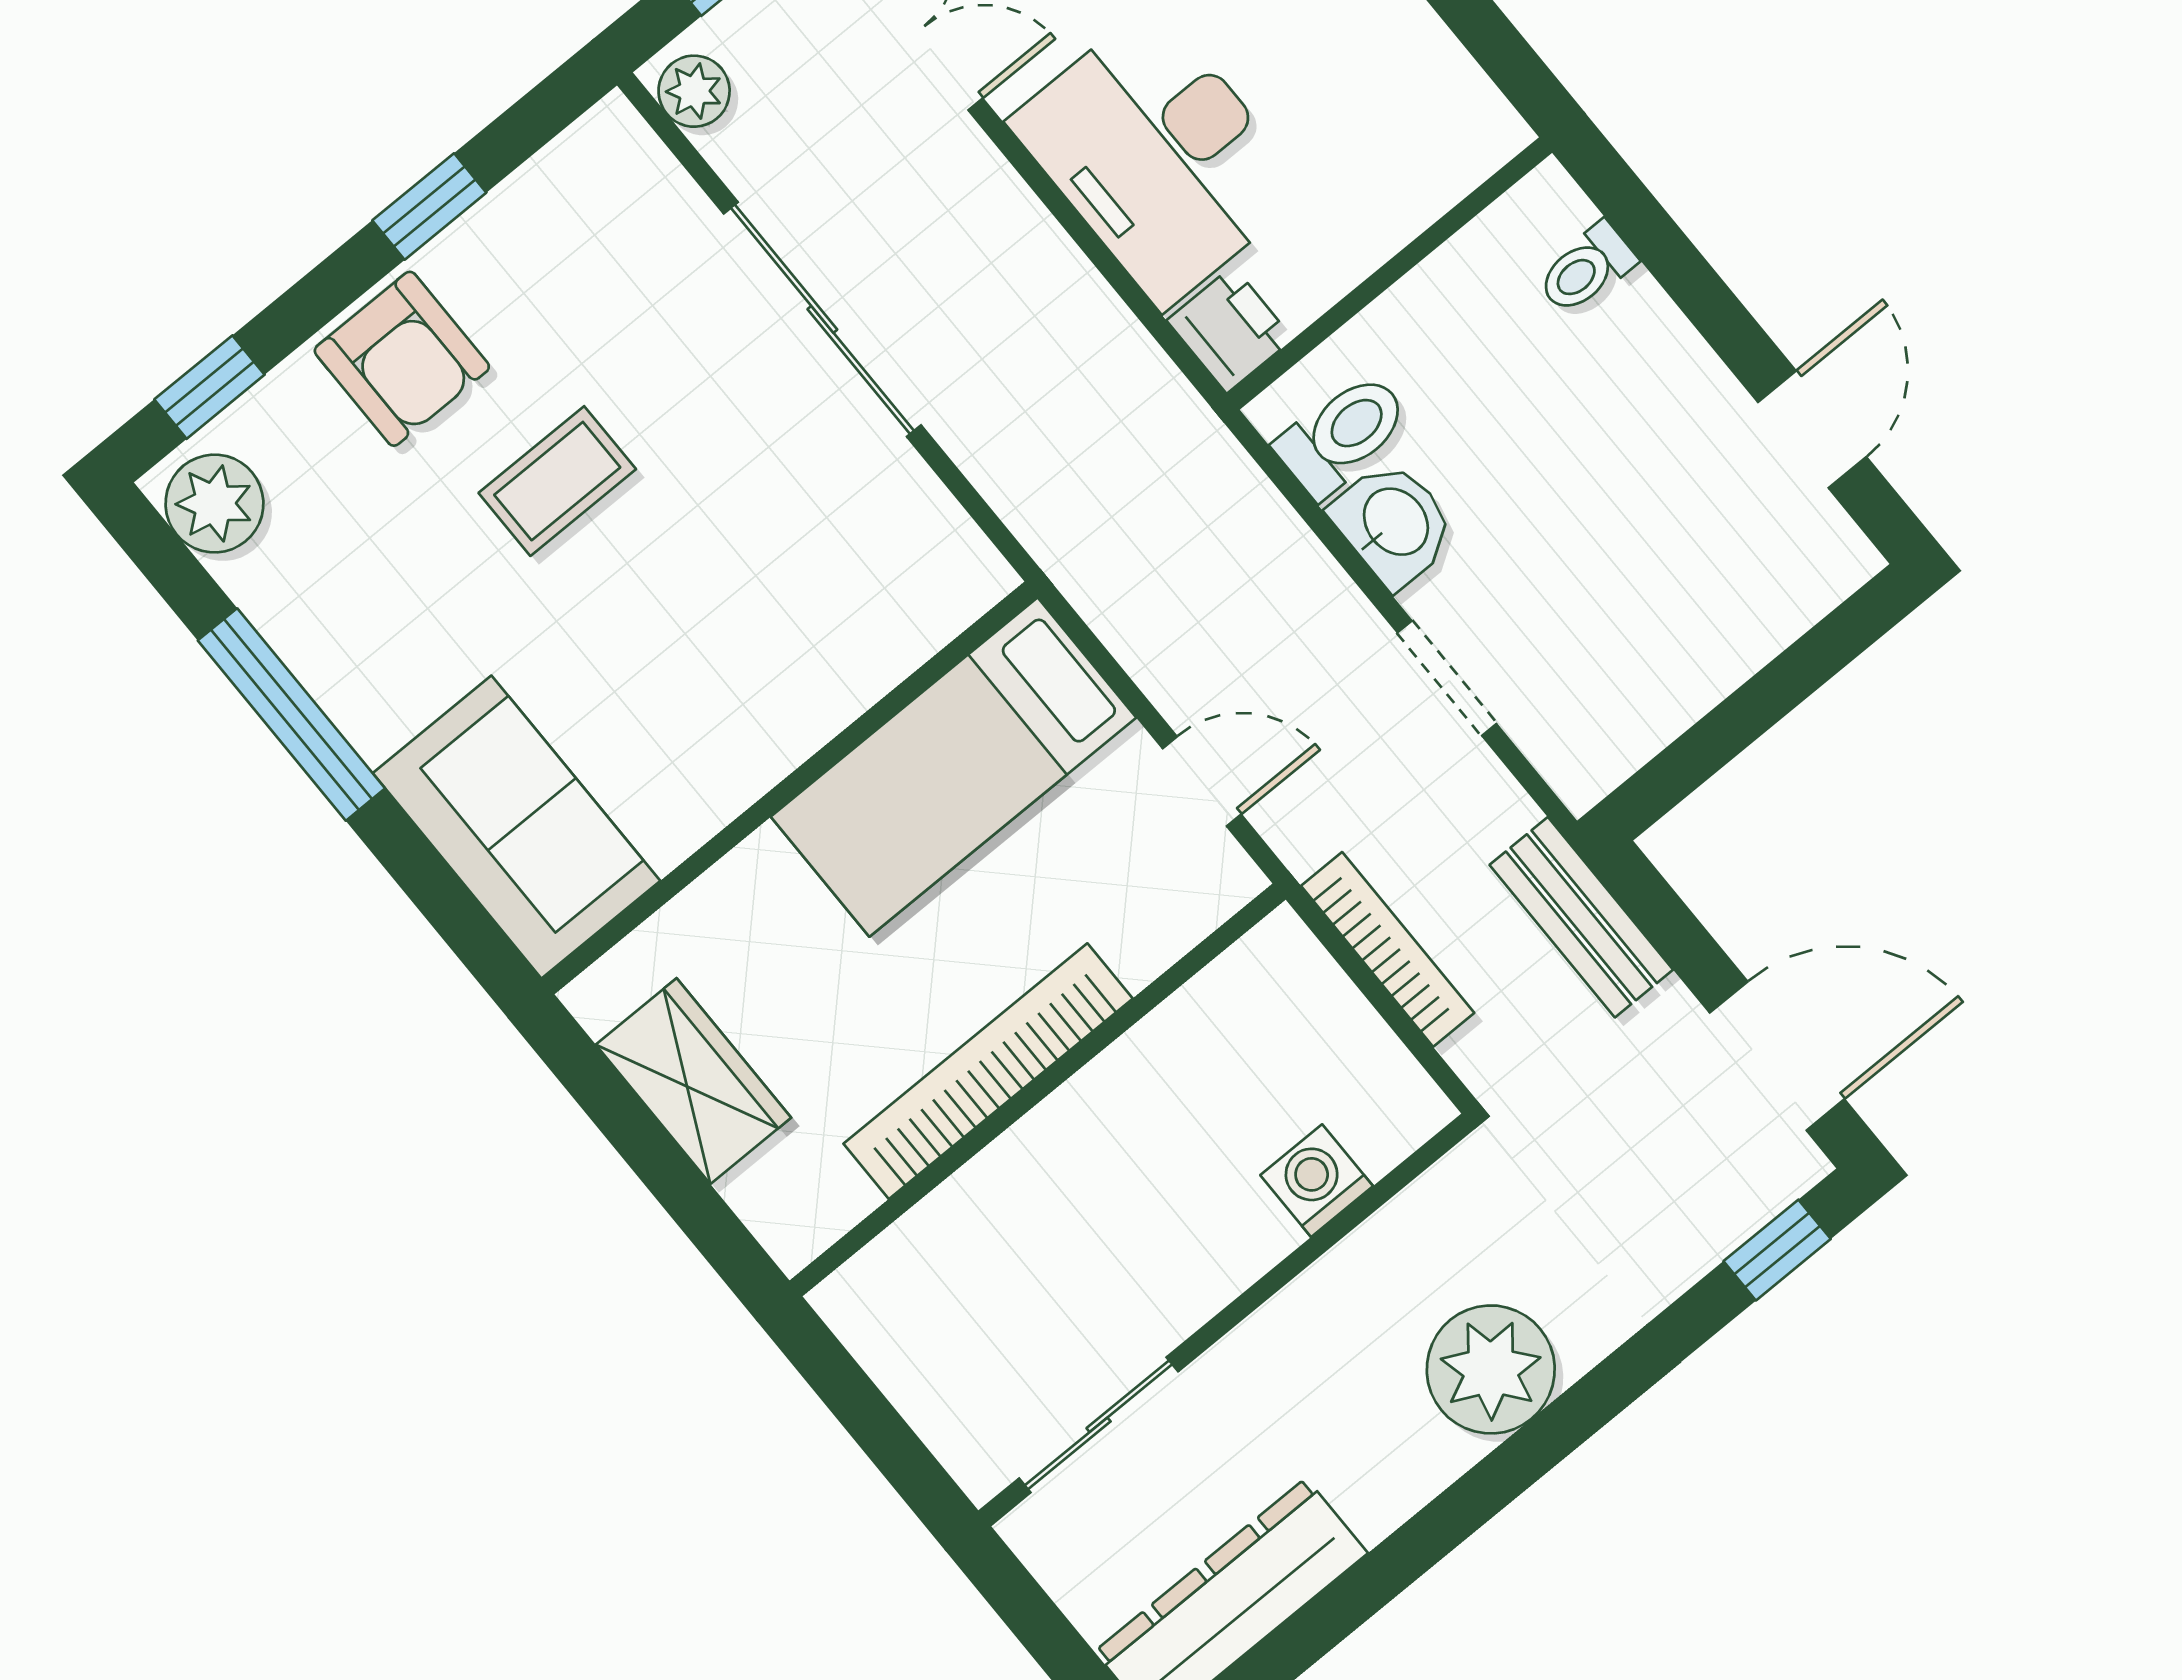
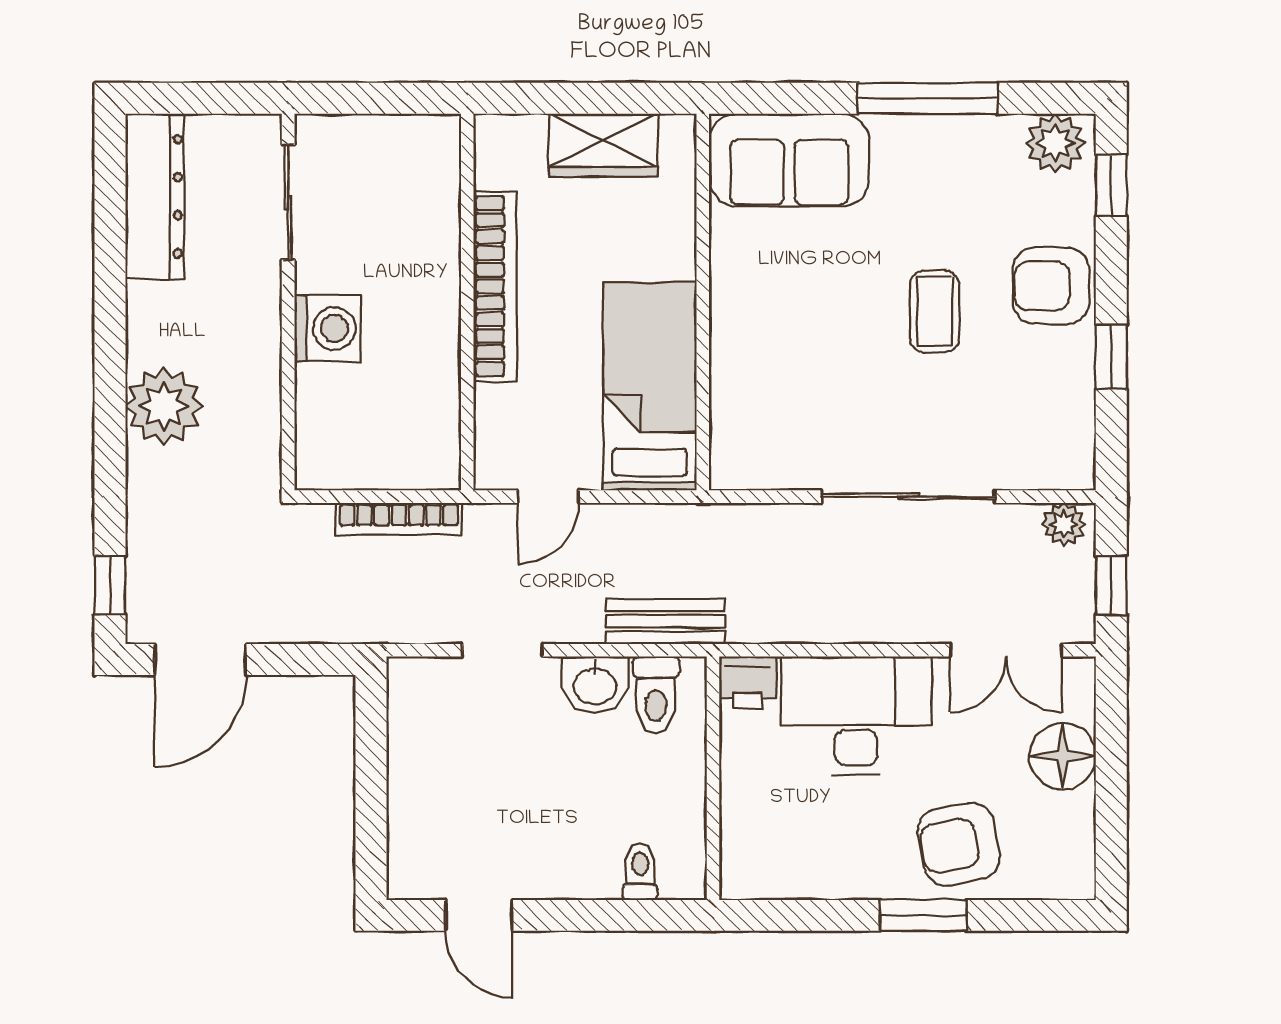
bench: (1581, 917) -> (666, 621), moved
washing machine: (1317, 1181) -> (328, 329), moved, width x1.38, depth x1.38

